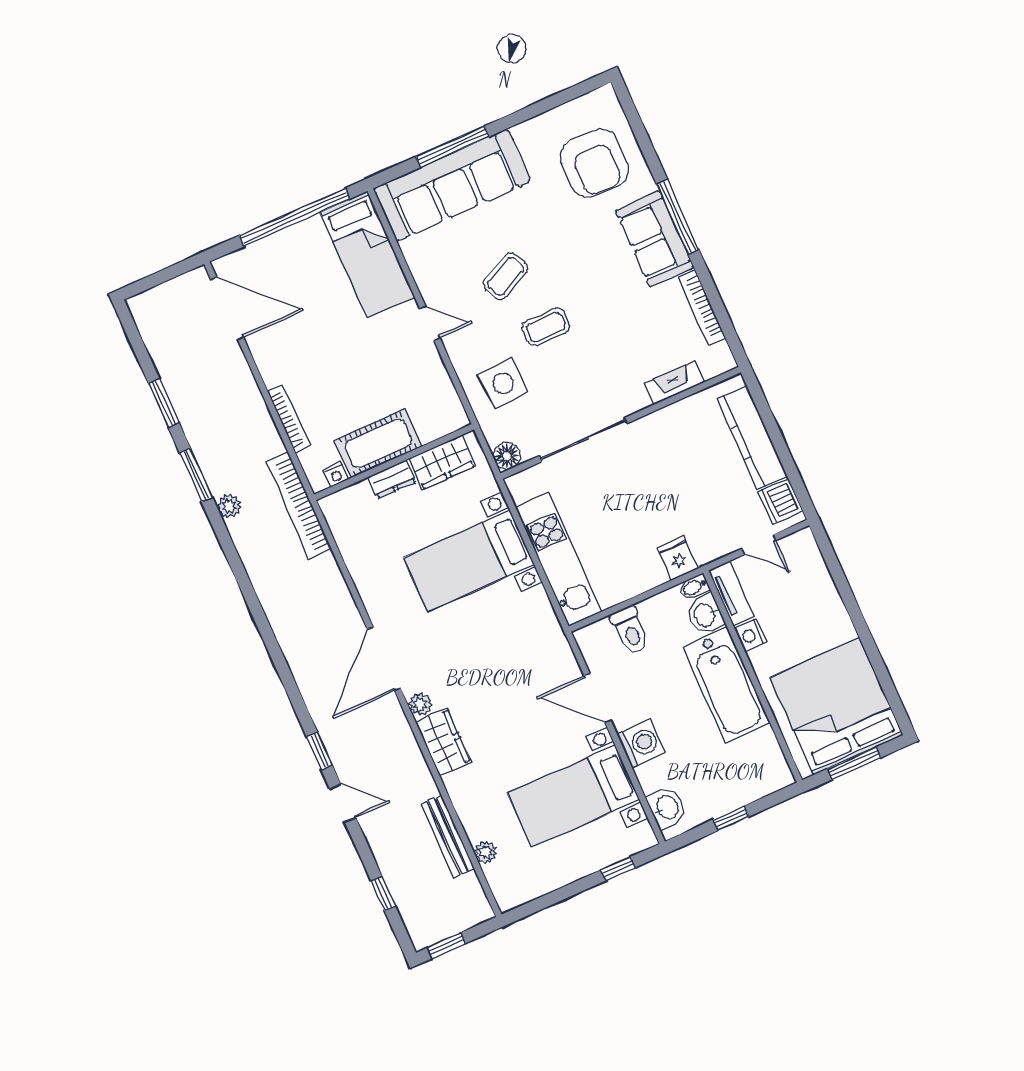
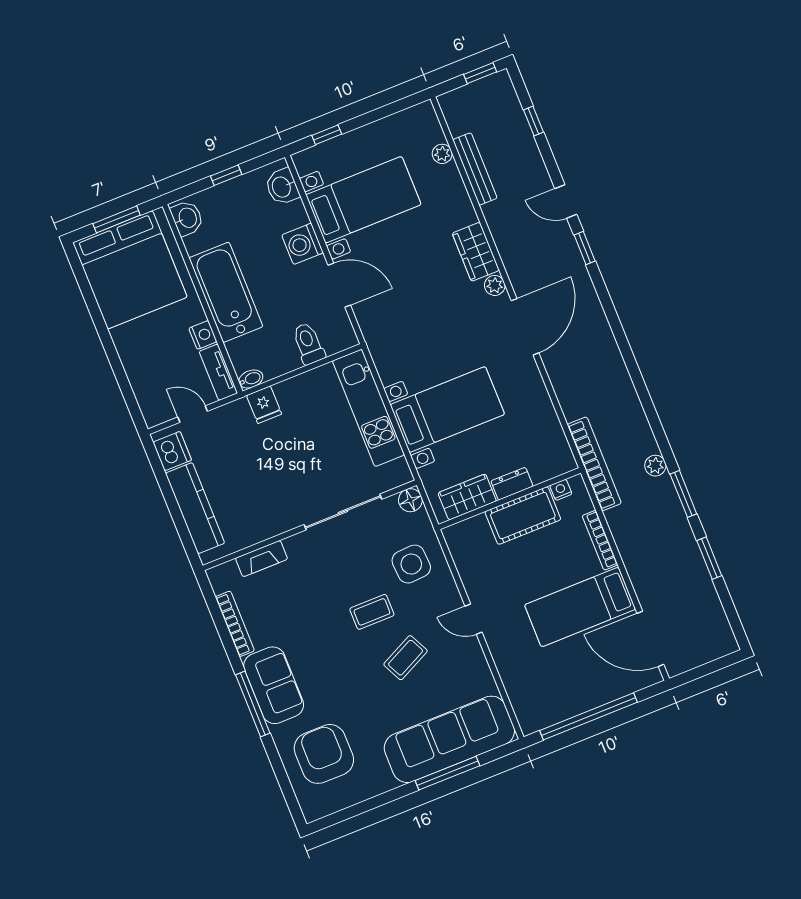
bed: (367, 254) -> (580, 607), moved, turned -90
washbasin: (705, 615) -> (187, 218), moved

